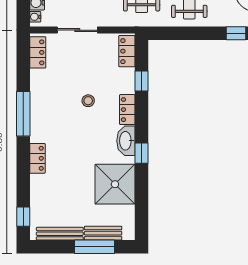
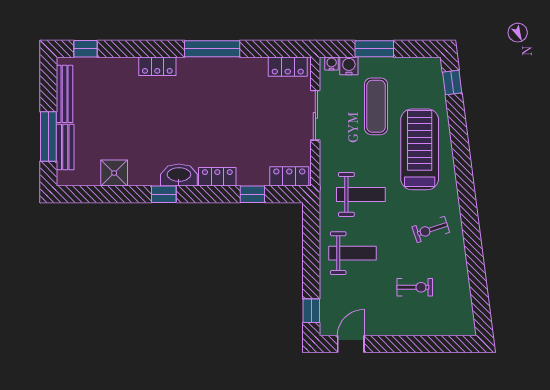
stool: (88, 101) -> (228, 129), removed
shower: (115, 184) -> (114, 173), width x0.54, depth x0.54

